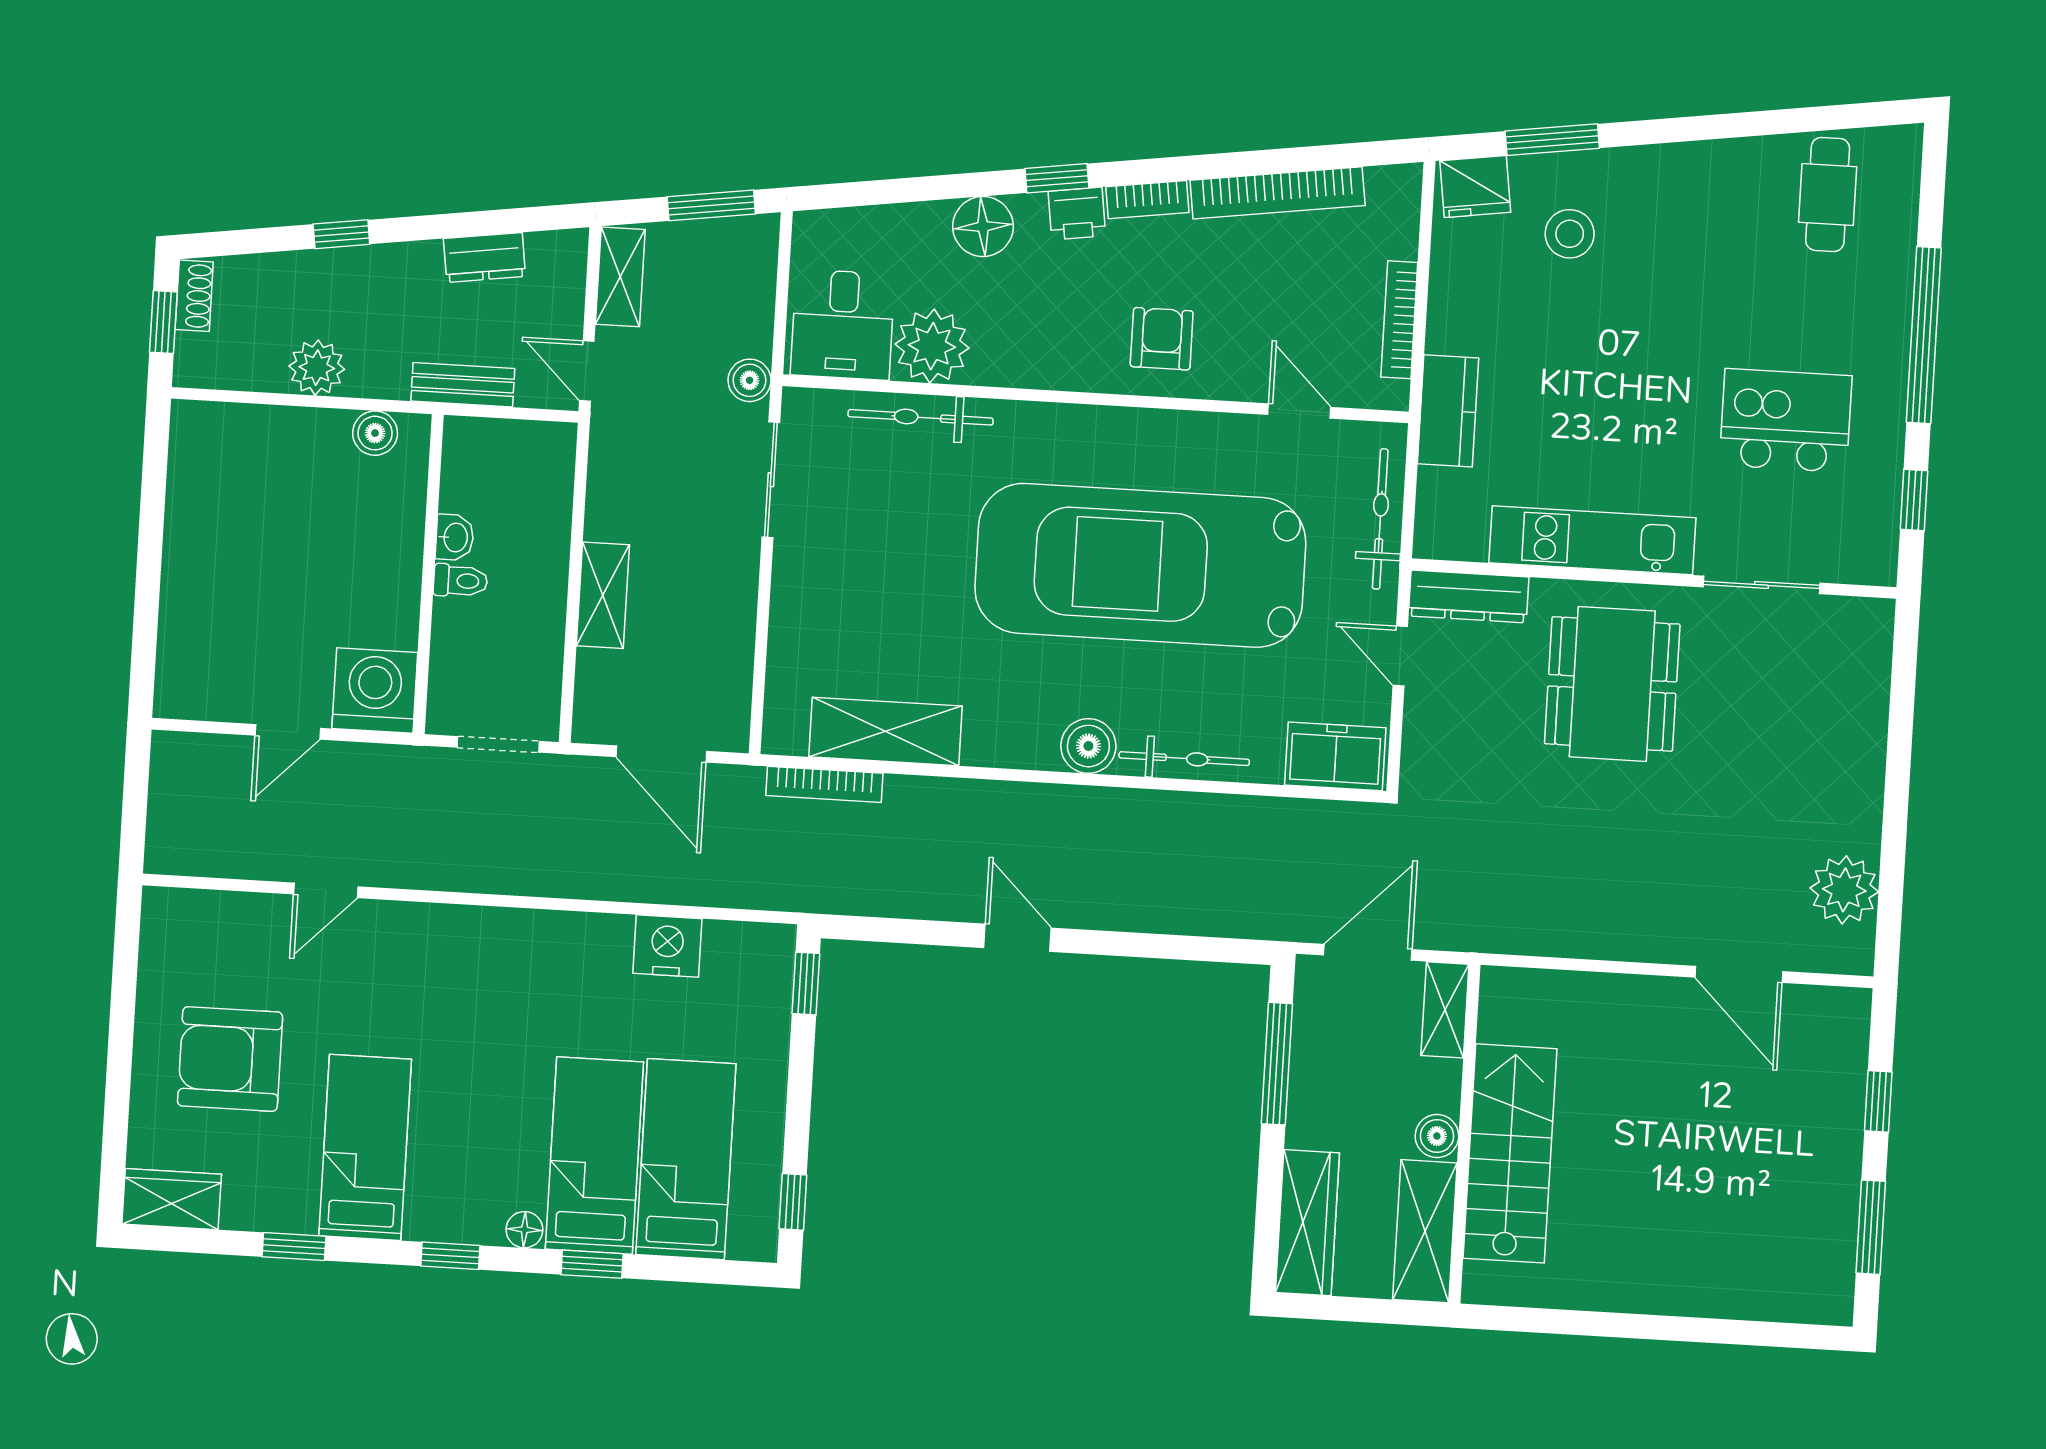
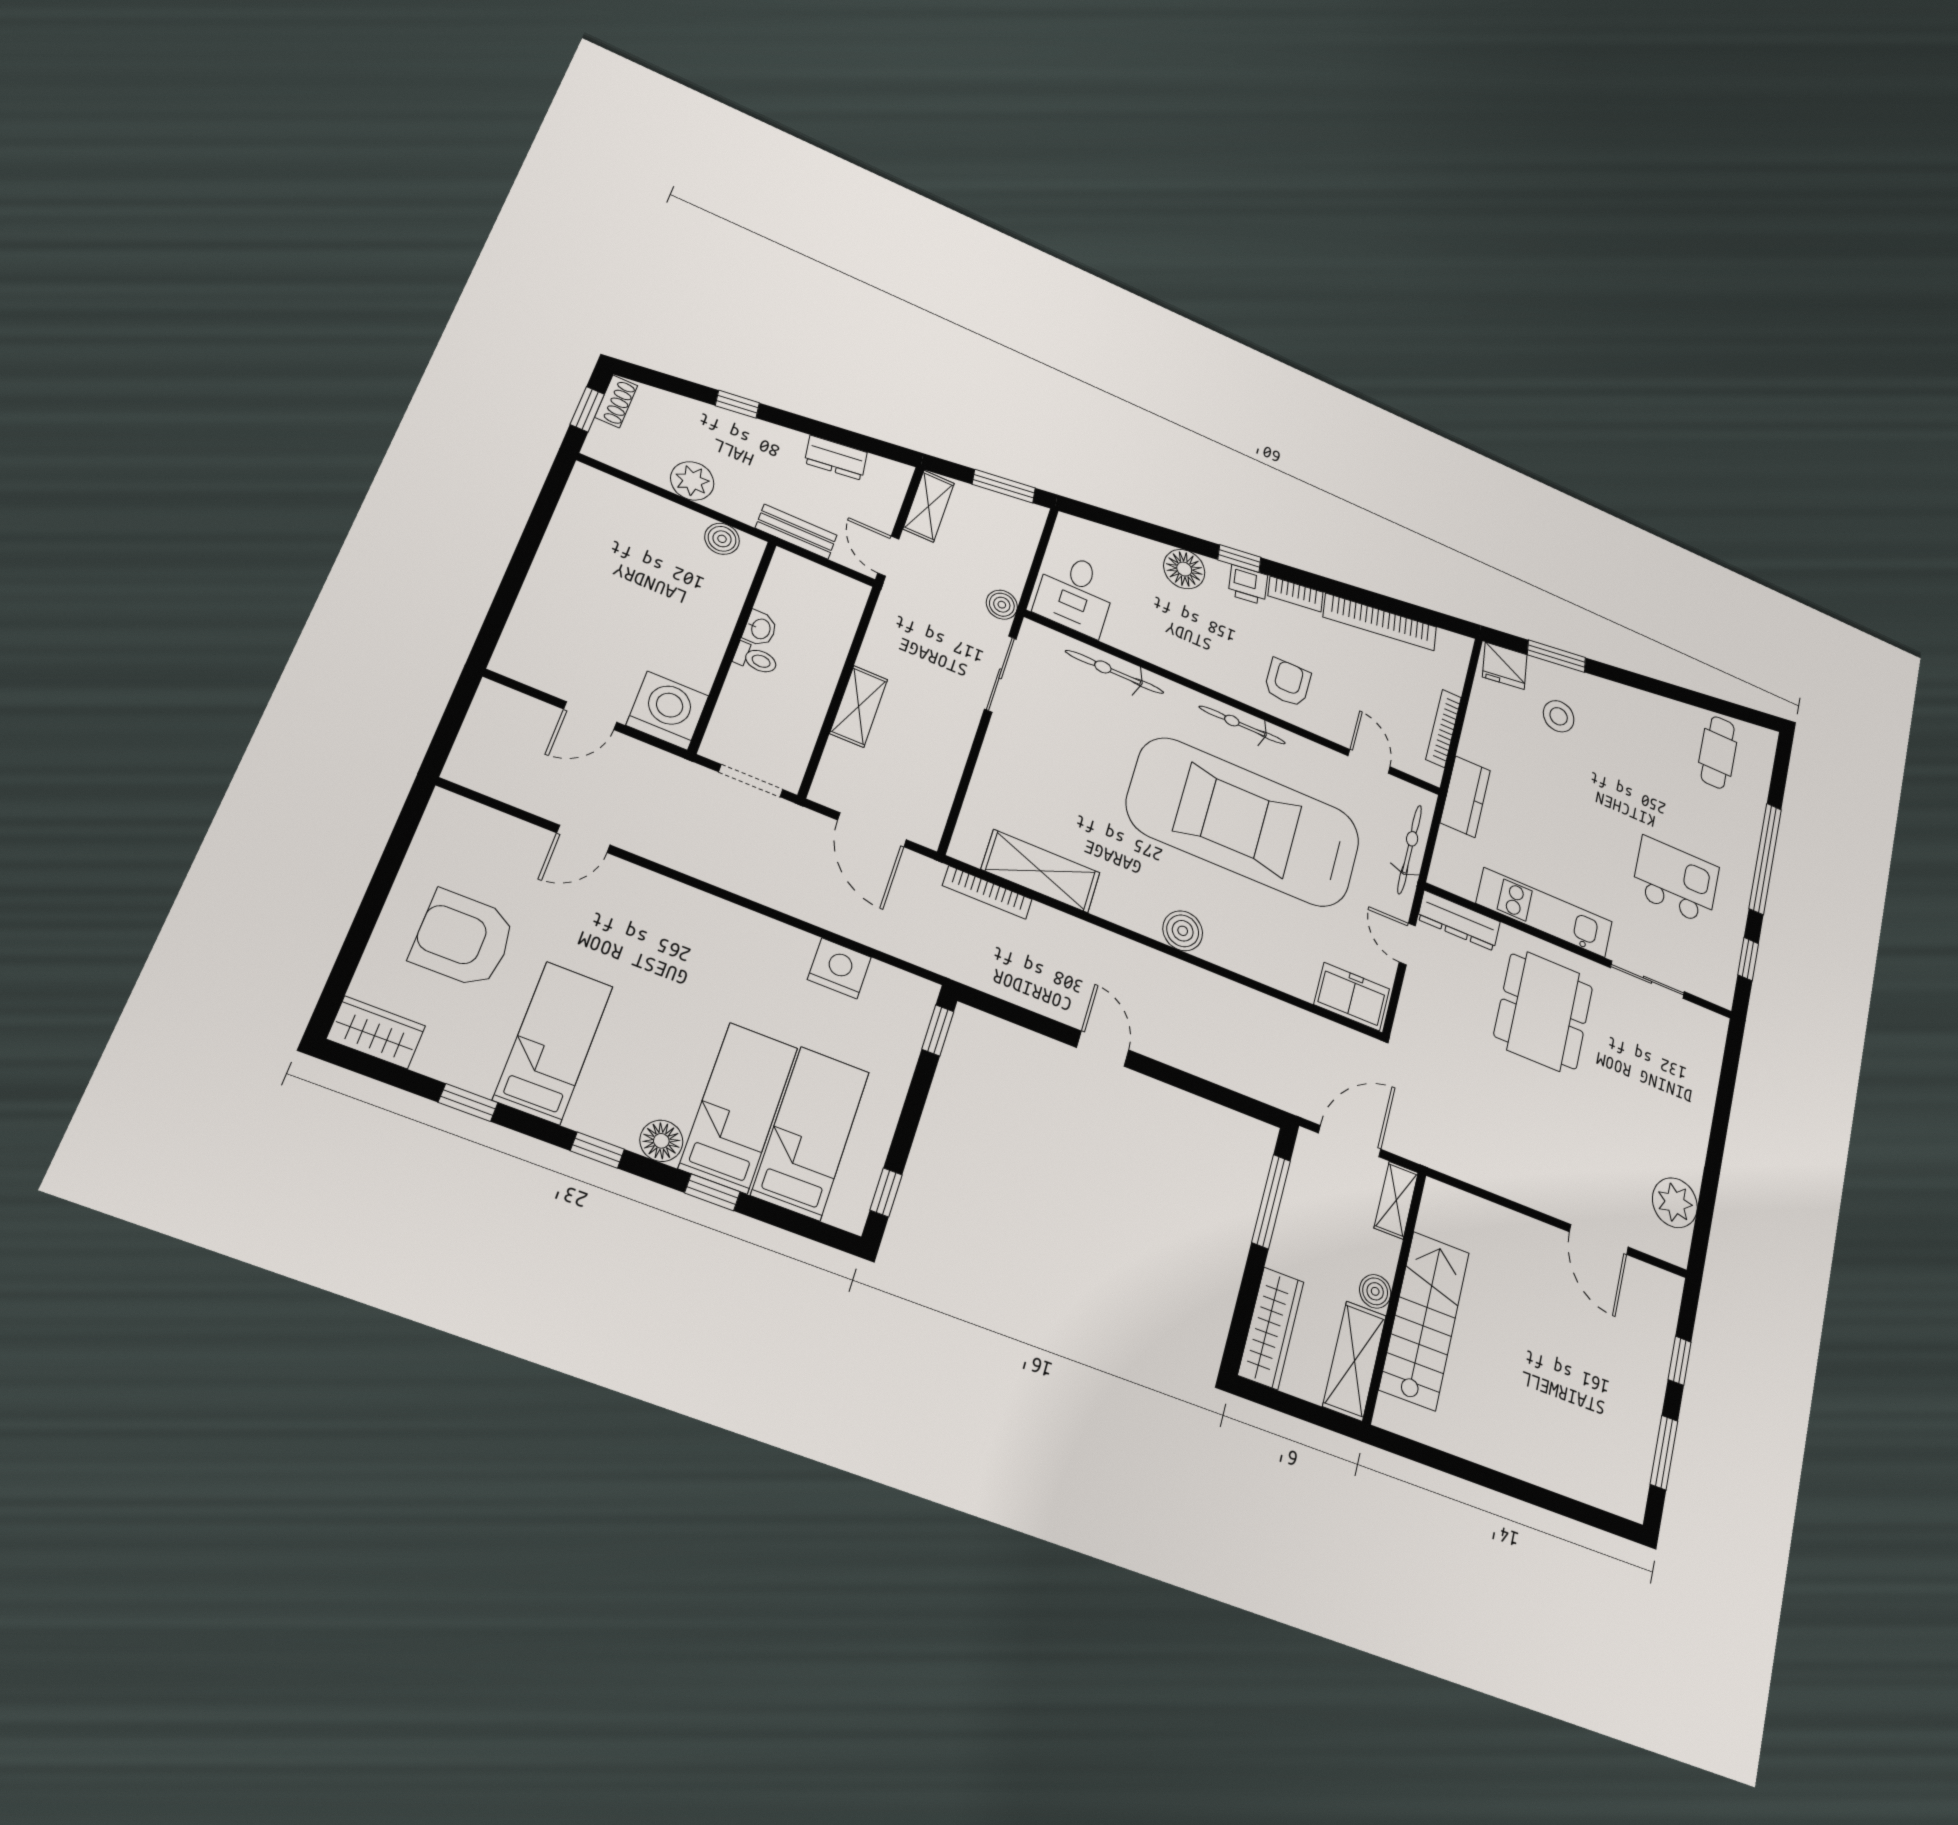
plant: (932, 346) -> (1133, 630), removed
bicycle: (1184, 759) -> (1242, 725), moved, turned 180
floor lamp: (524, 1230) -> (661, 1141), width x1.37, depth x1.37

